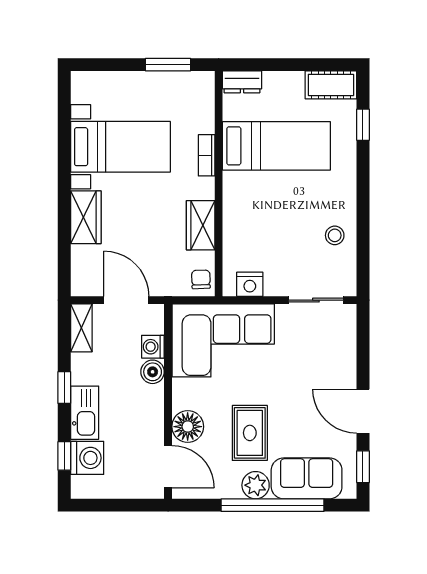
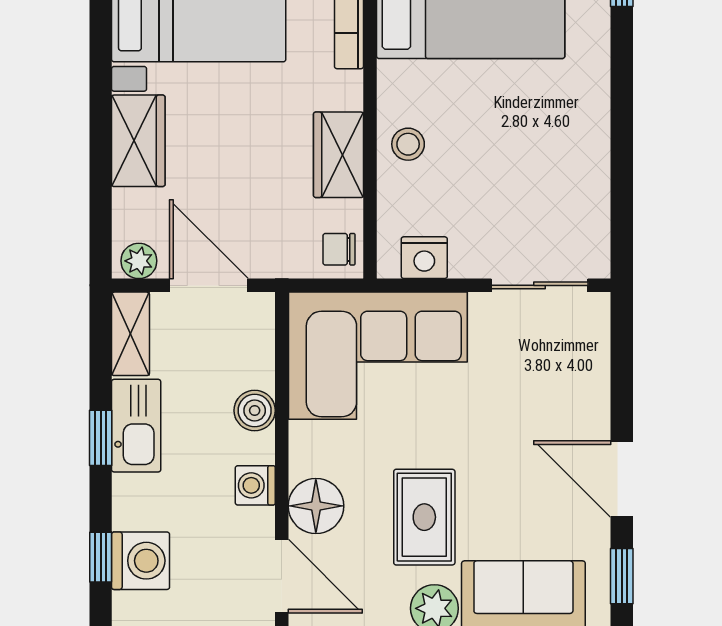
stool: (335, 235) -> (408, 144), moved
chair: (201, 279) -> (339, 249), turned -88
plant: (86, 286) -> (139, 261), added
washing machine: (153, 347) -> (255, 485), moved
kitchen sink: (85, 413) -> (136, 426), moved

